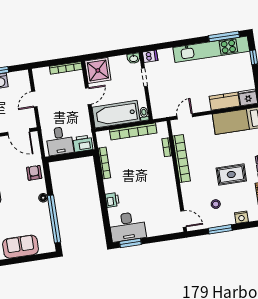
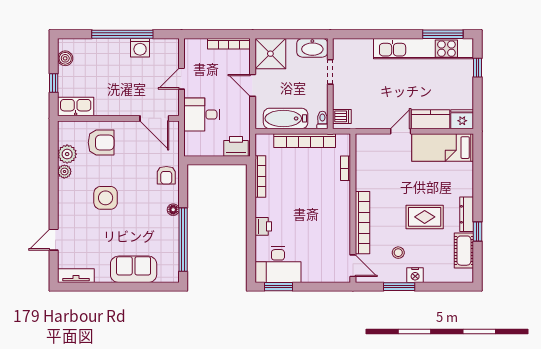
dishwasher: (150, 56) -> (342, 116), moved
washbasin: (134, 58) -> (312, 48), width x1.91, depth x1.45
door: (88, 96) -> (253, 85), swing flipped
bathtub: (116, 114) -> (286, 118), width x0.73, depth x0.73
door: (185, 116) -> (401, 131), moved
desk: (60, 141) -> (202, 115), moved, turned 90
bookcase: (181, 158) -> (362, 223), moved
armchair: (34, 173) -> (166, 175), turned 180
nightstand: (241, 217) -> (415, 275), moved

